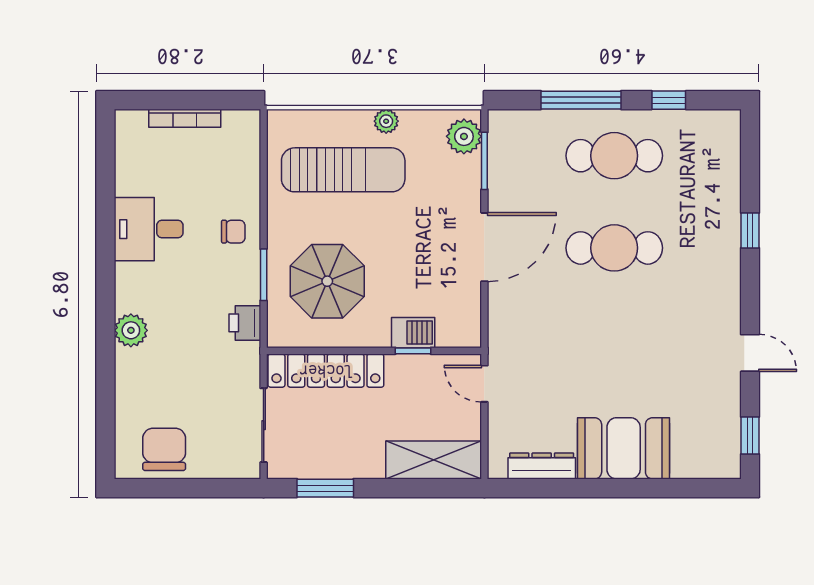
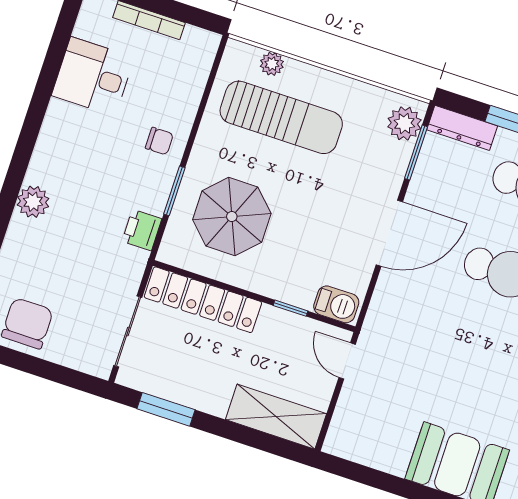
plant: (386, 121) -> (272, 64), moved
desk: (149, 229) -> (93, 76), moved
barbecue: (413, 333) -> (336, 304), moved
dresser: (542, 466) -> (462, 128), moved, turned 180

